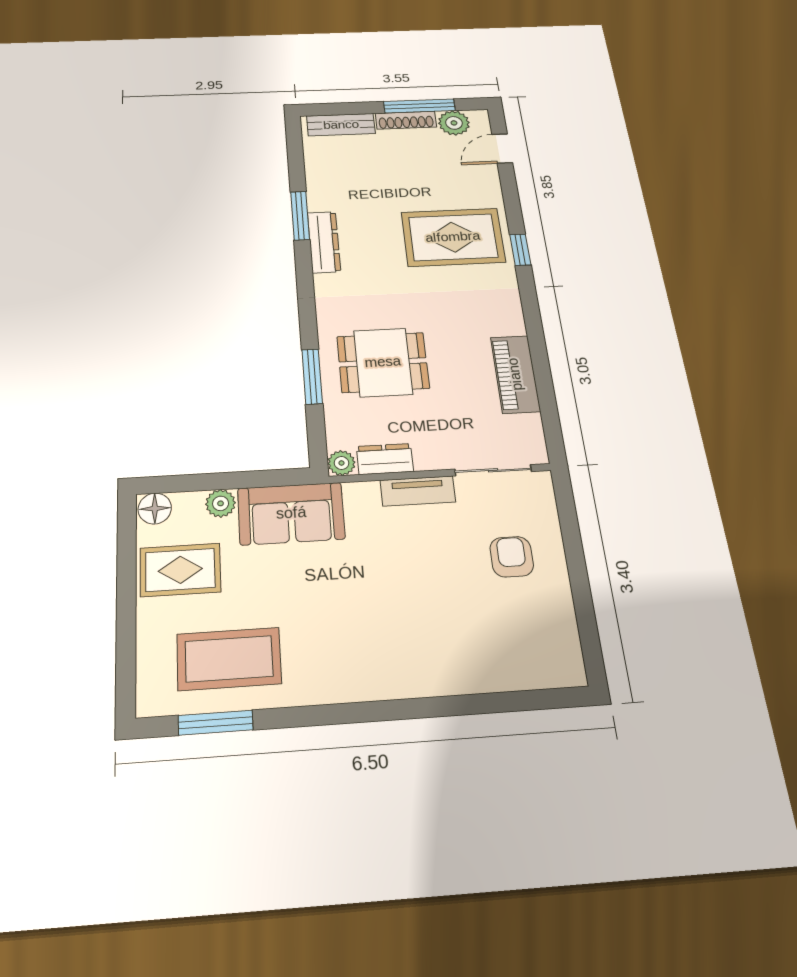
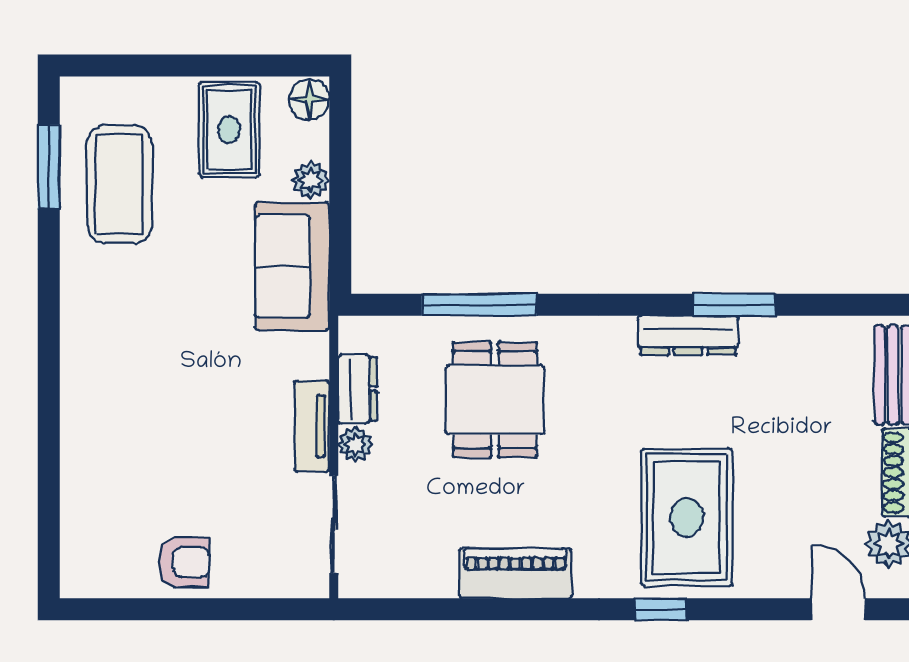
piano: (515, 374) -> (515, 573), moved
window: (312, 377) -> (479, 305), width x1.44
plant: (341, 463) -> (355, 444), moved
armchair: (512, 557) -> (184, 562), moved

